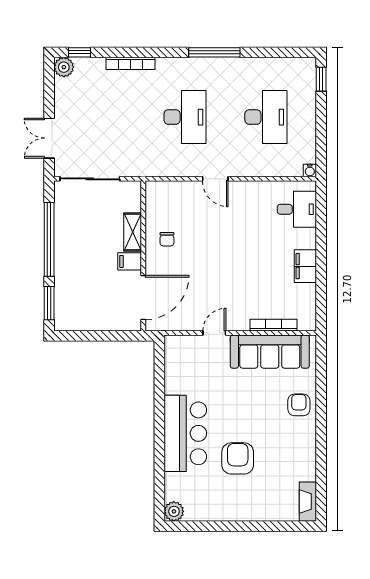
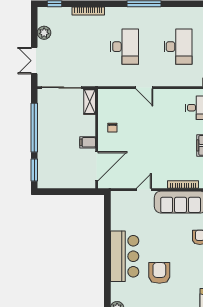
plant: (64, 67) -> (44, 33), moved
shelving: (133, 232) -> (90, 102), moved

